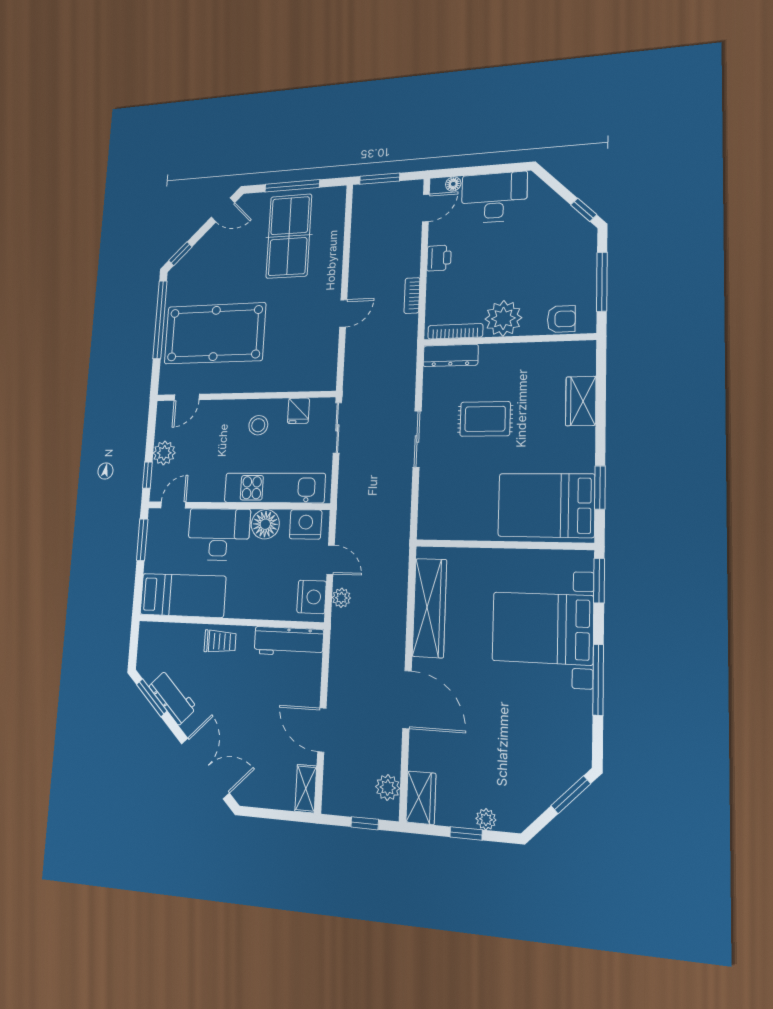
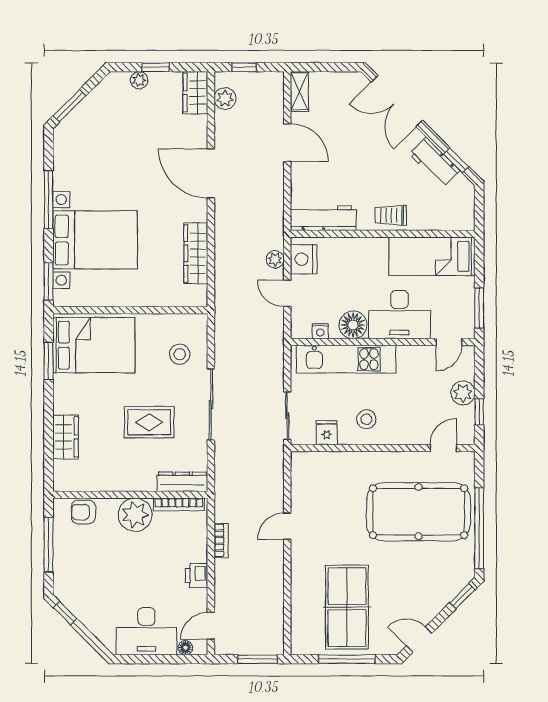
sliding door: (417, 439) -> (211, 405), width x1.37
window: (147, 475) -> (479, 412), moved
stool: (449, 494) -> (180, 354), added
nightstand: (306, 524) -> (320, 331), width x0.53, depth x0.56
wardrobe: (429, 608) -> (196, 253), width x0.71, depth x0.85
window: (152, 698) -> (456, 160), width x0.67

